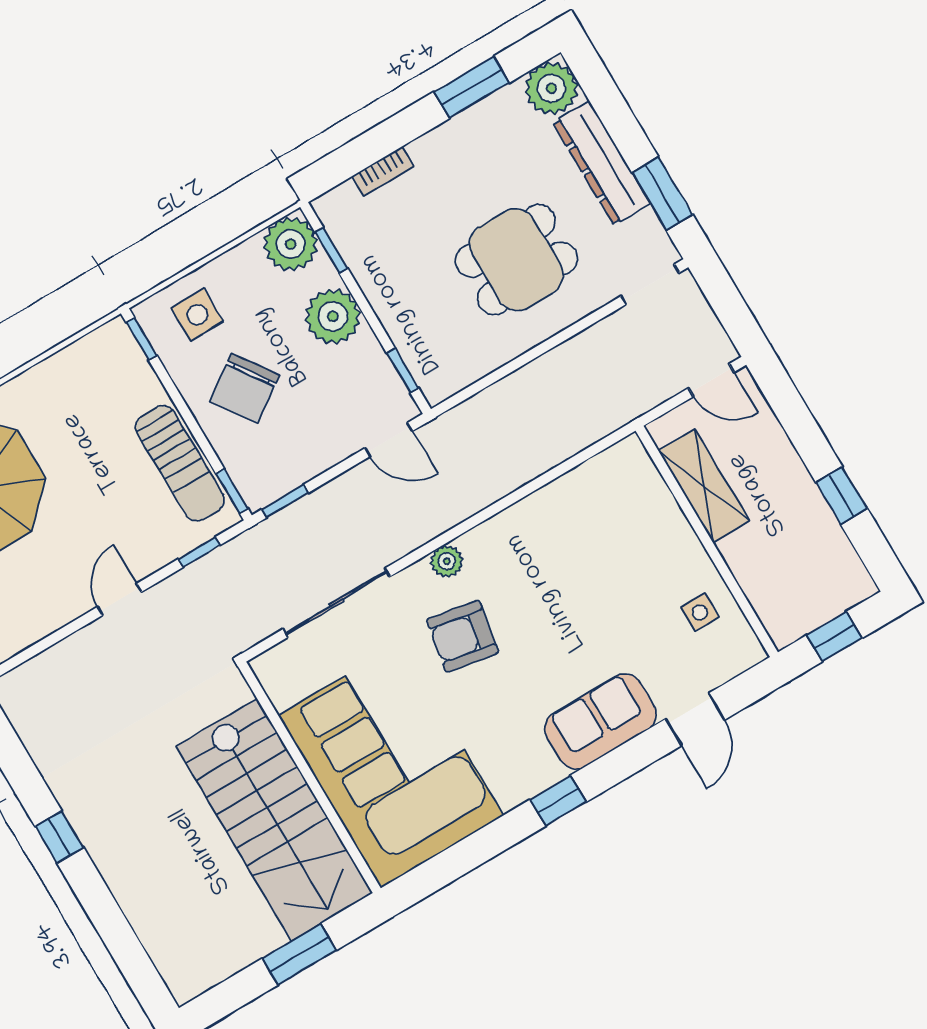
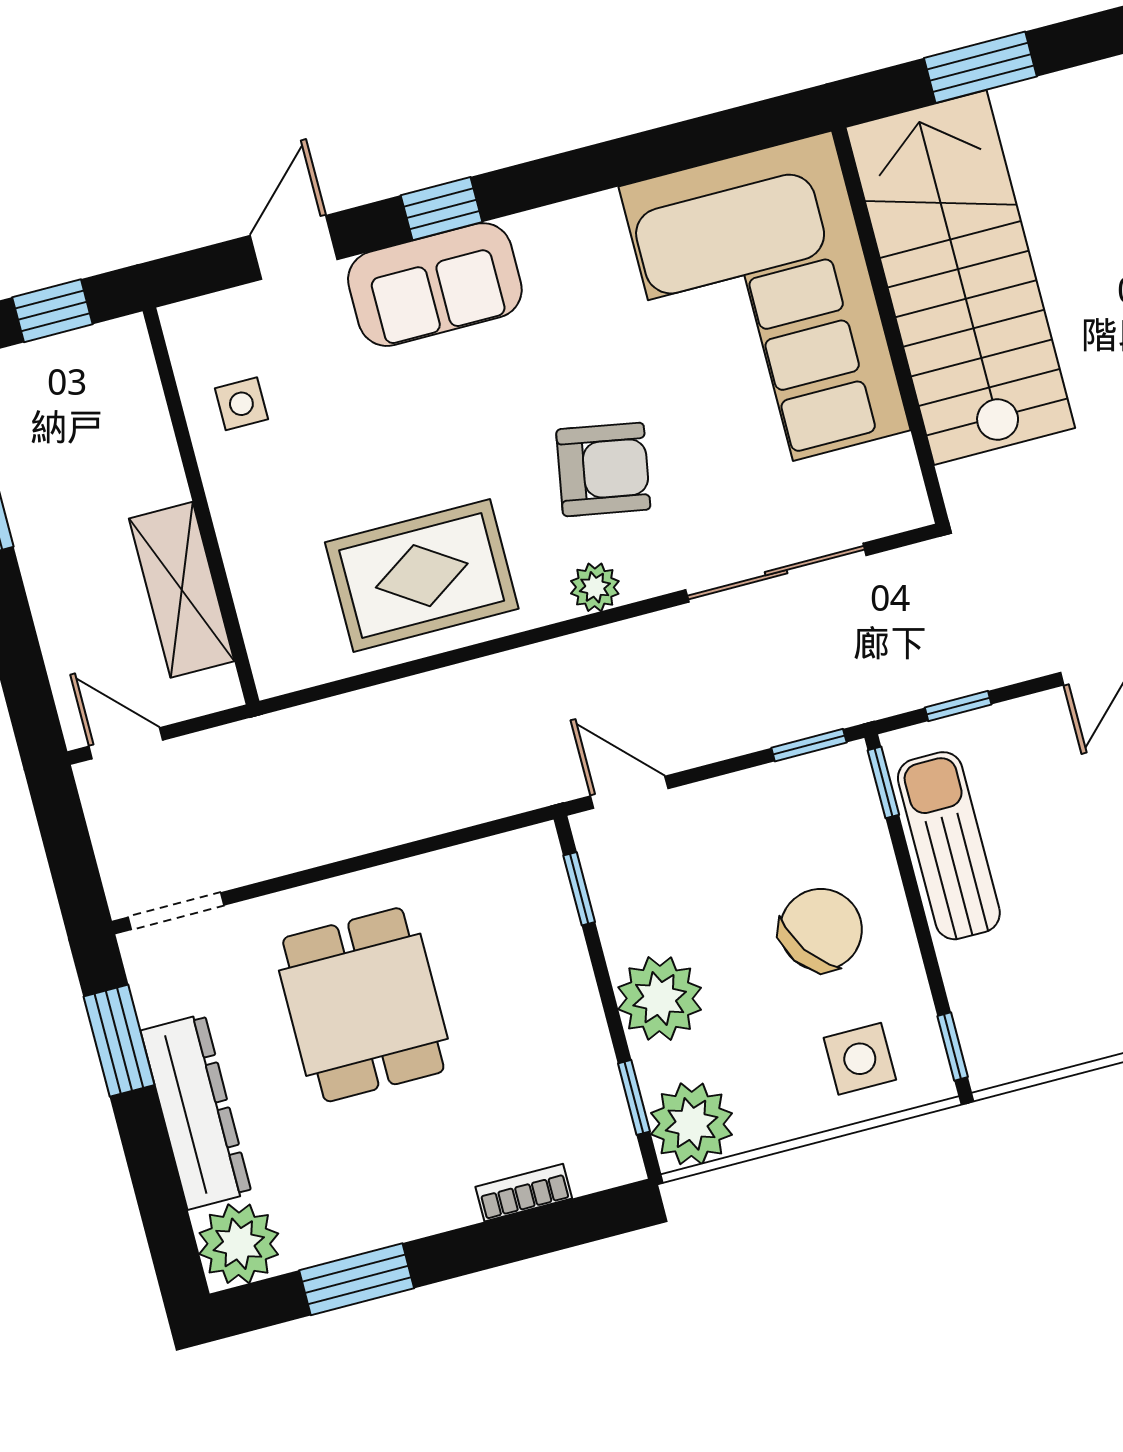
dining table: (516, 260) -> (363, 1005), turned 90
rug: (557, 538) -> (422, 576), added
window: (558, 801) -> (441, 209), moved

